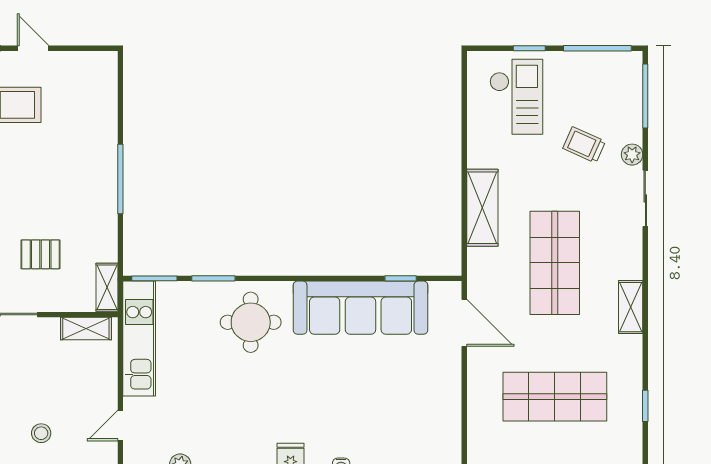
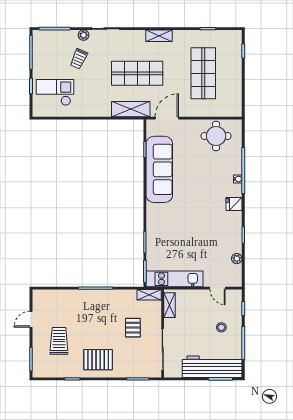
door: (33, 48) -> (31, 319), moved
shelving: (482, 208) -> (131, 109), moved
round table: (251, 322) -> (216, 136), moved

